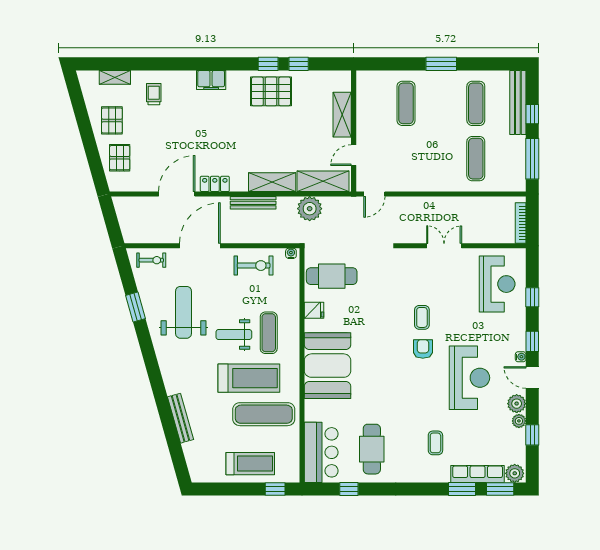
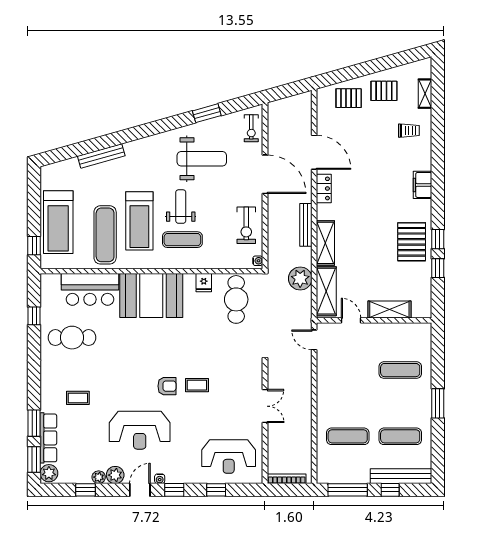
bar counter: (321, 452) -> (90, 289), moved
treadmill: (250, 464) -> (58, 222), width x1.37, depth x1.38

